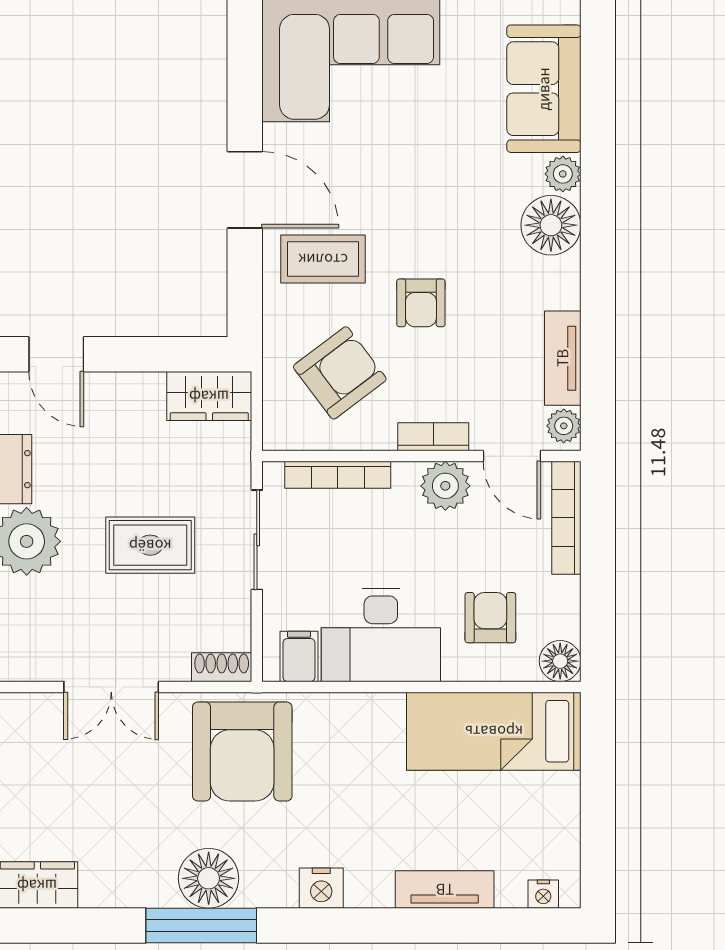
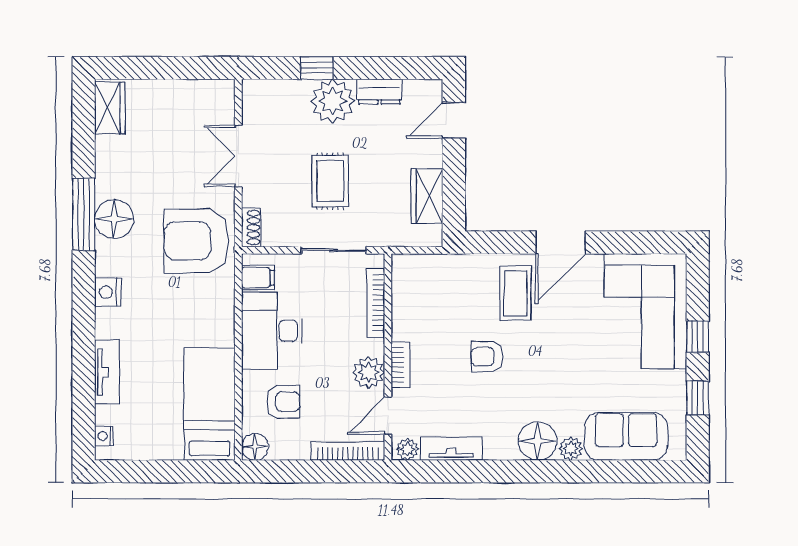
armchair: (340, 373) -> (442, 304), removed
wardrobe: (209, 396) -> (427, 196), moved

